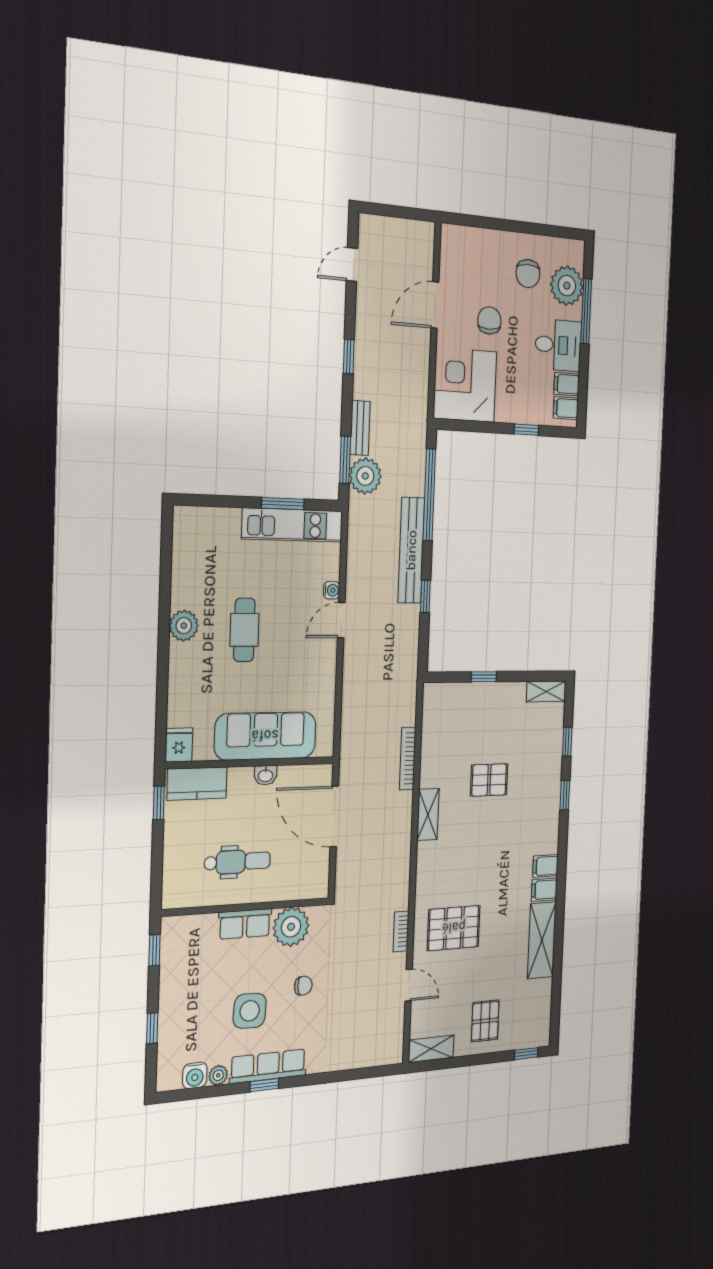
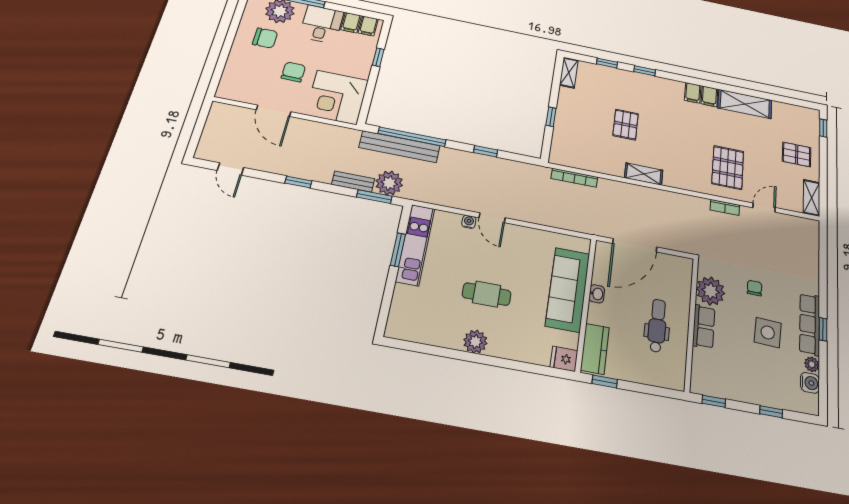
chair: (489, 320) -> (293, 72), turned 91
bench: (411, 550) -> (400, 147), moved
bookcase: (408, 759) -> (574, 178), moved

